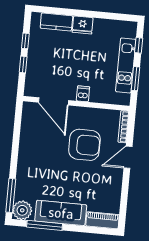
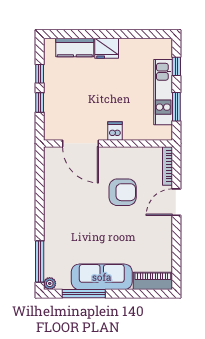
armchair: (84, 145) -> (123, 192), width x0.73, depth x0.73
plant: (22, 210) -> (50, 283), width x0.53, depth x0.53

